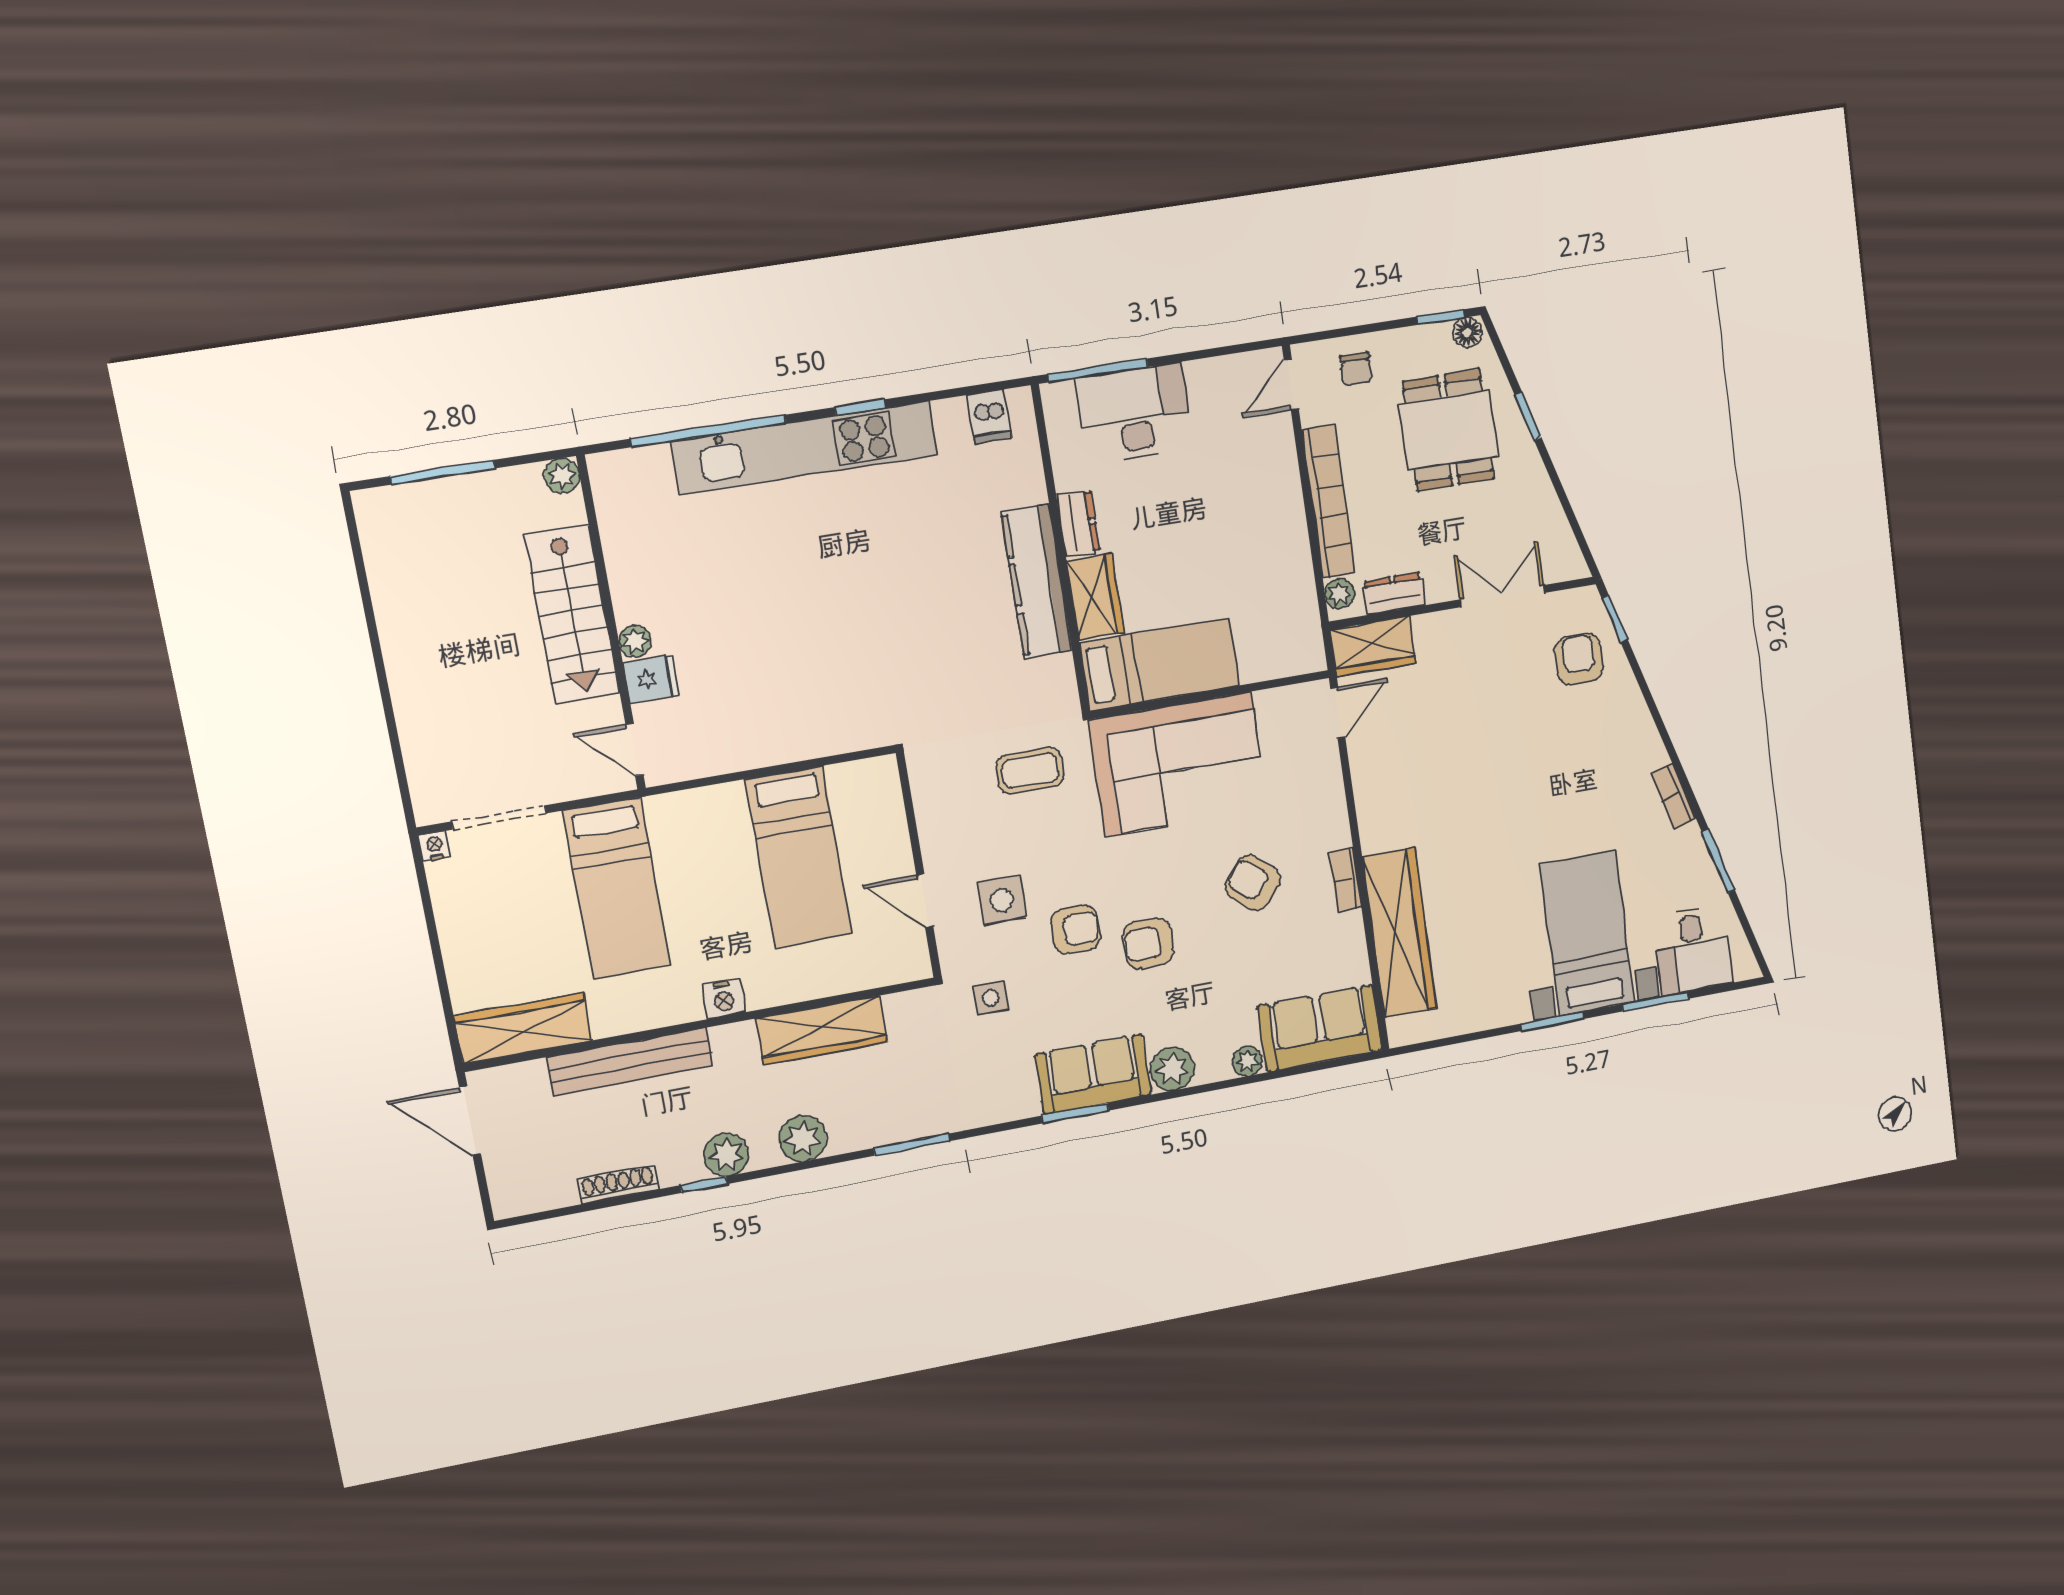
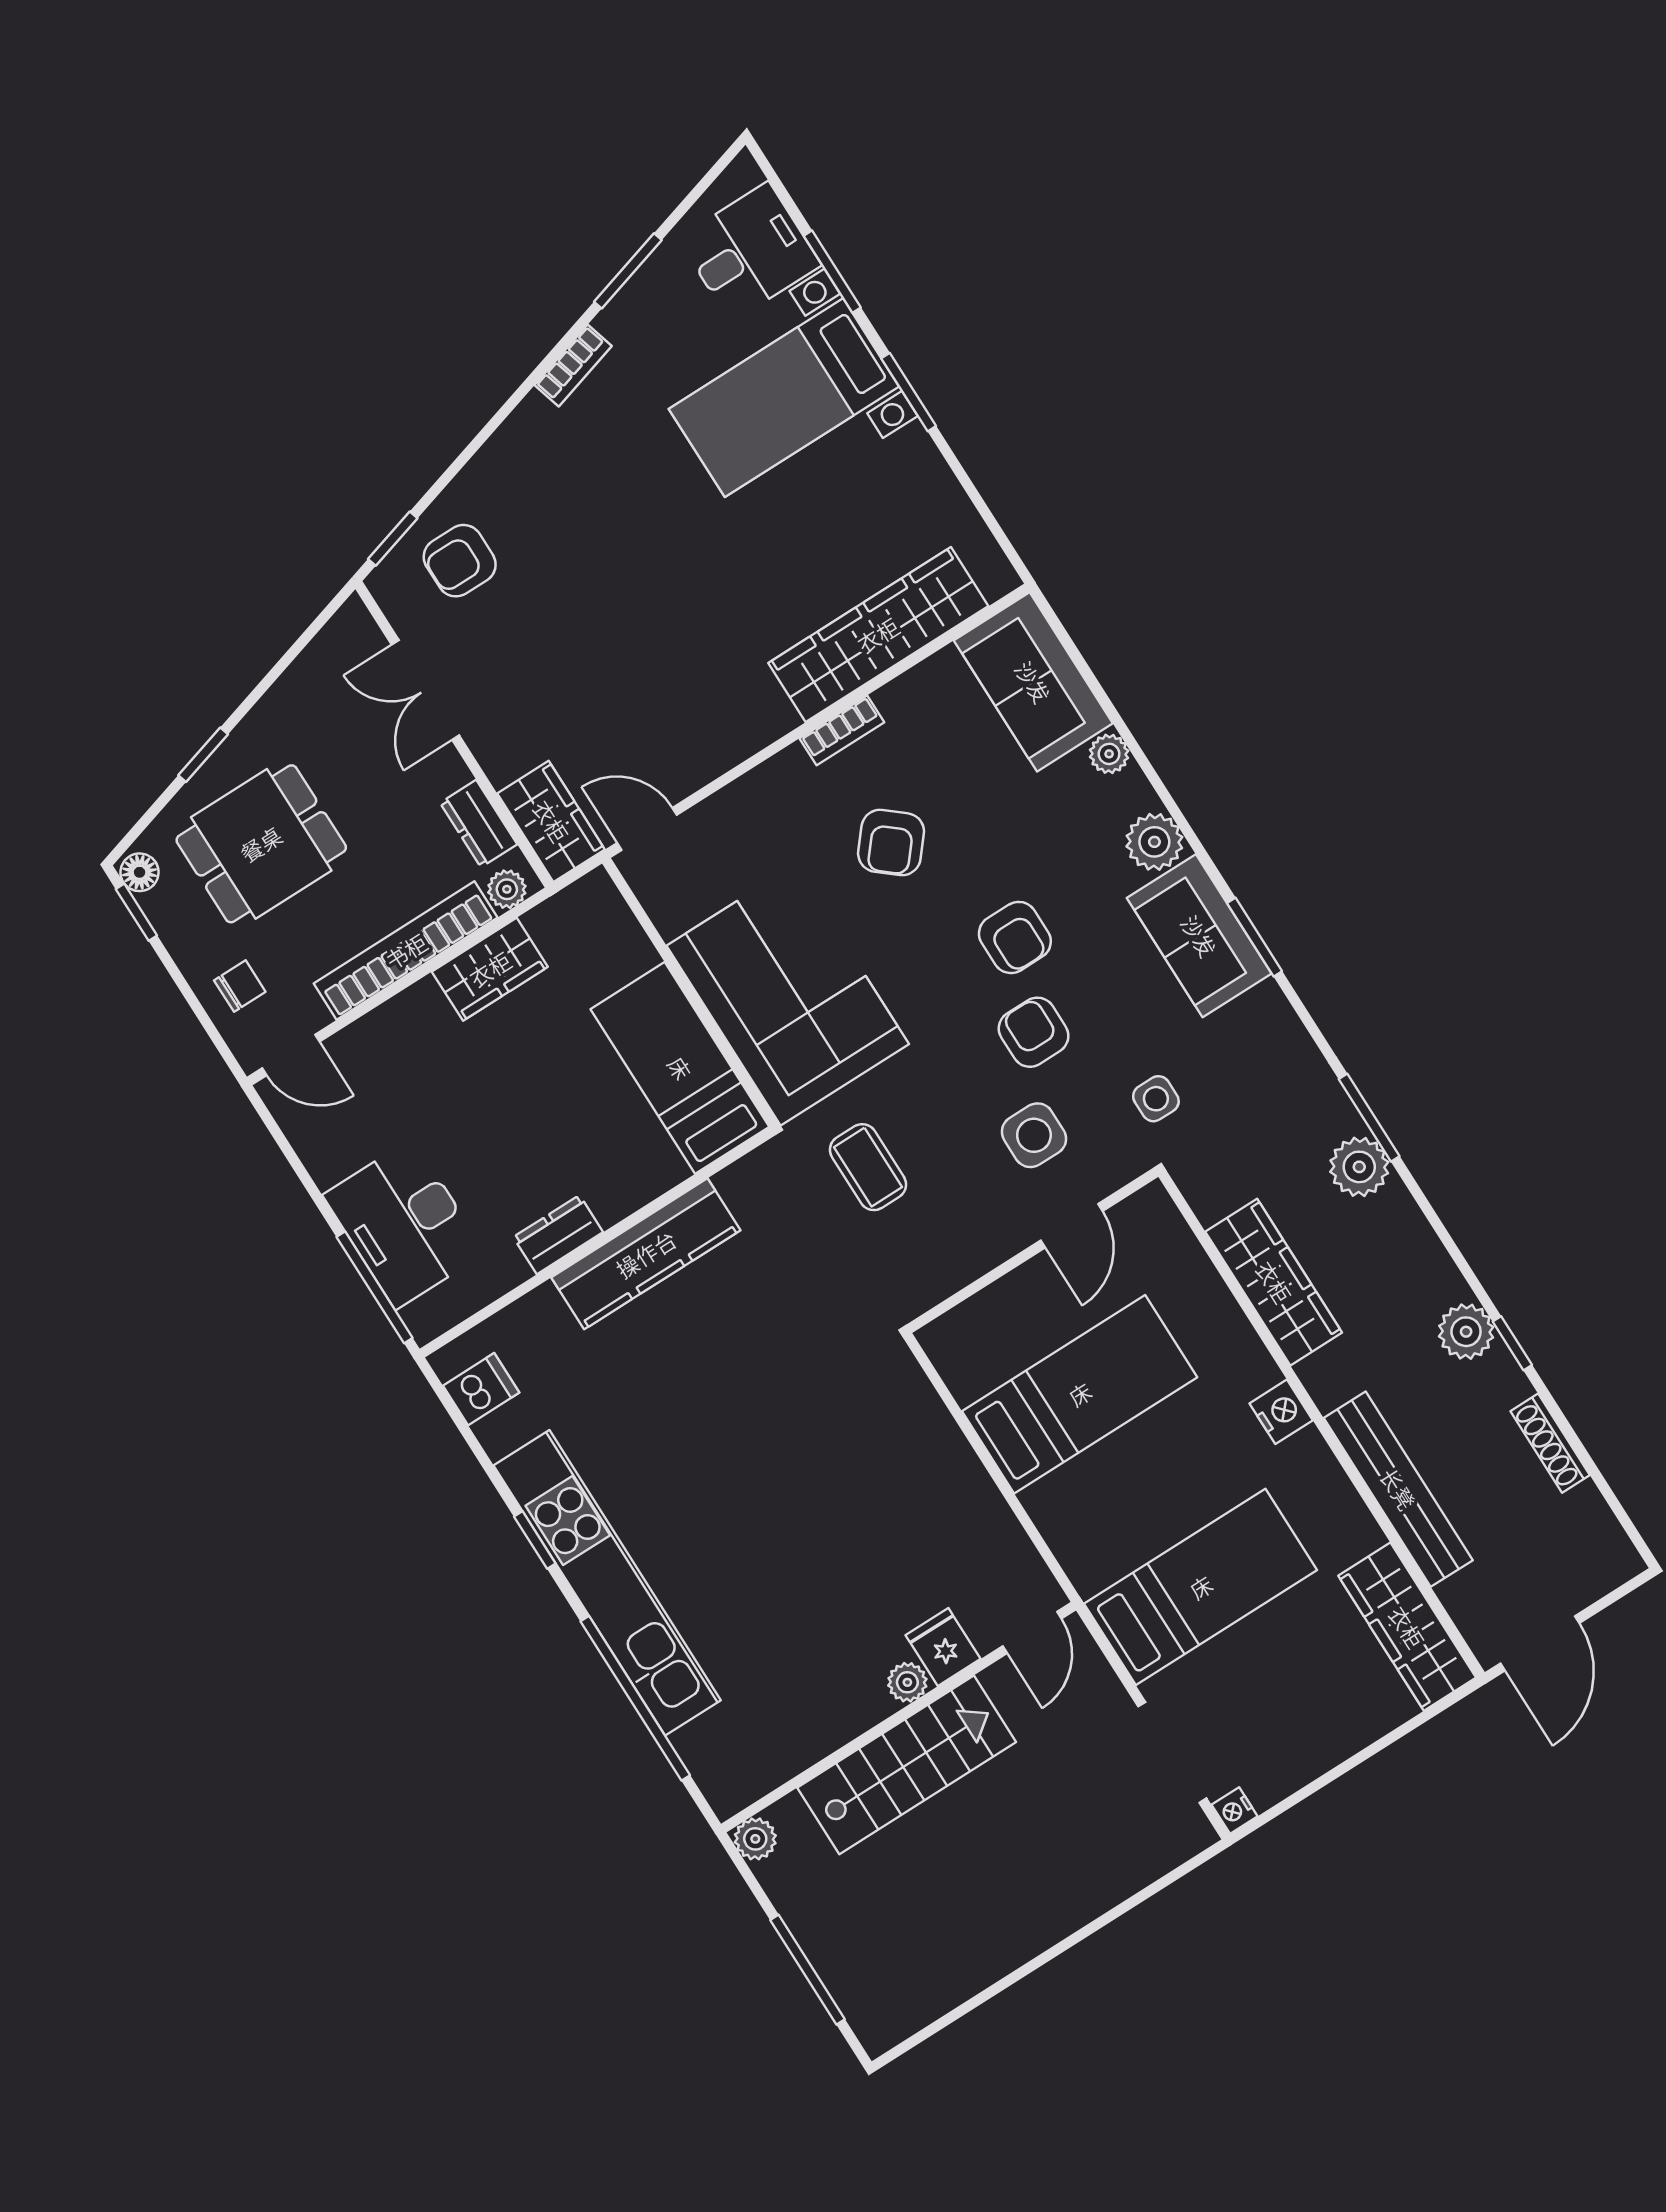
wardrobe: (1095, 596) -> (490, 969), moved, turned 180
plant: (803, 1139) -> (1359, 1167), moved

